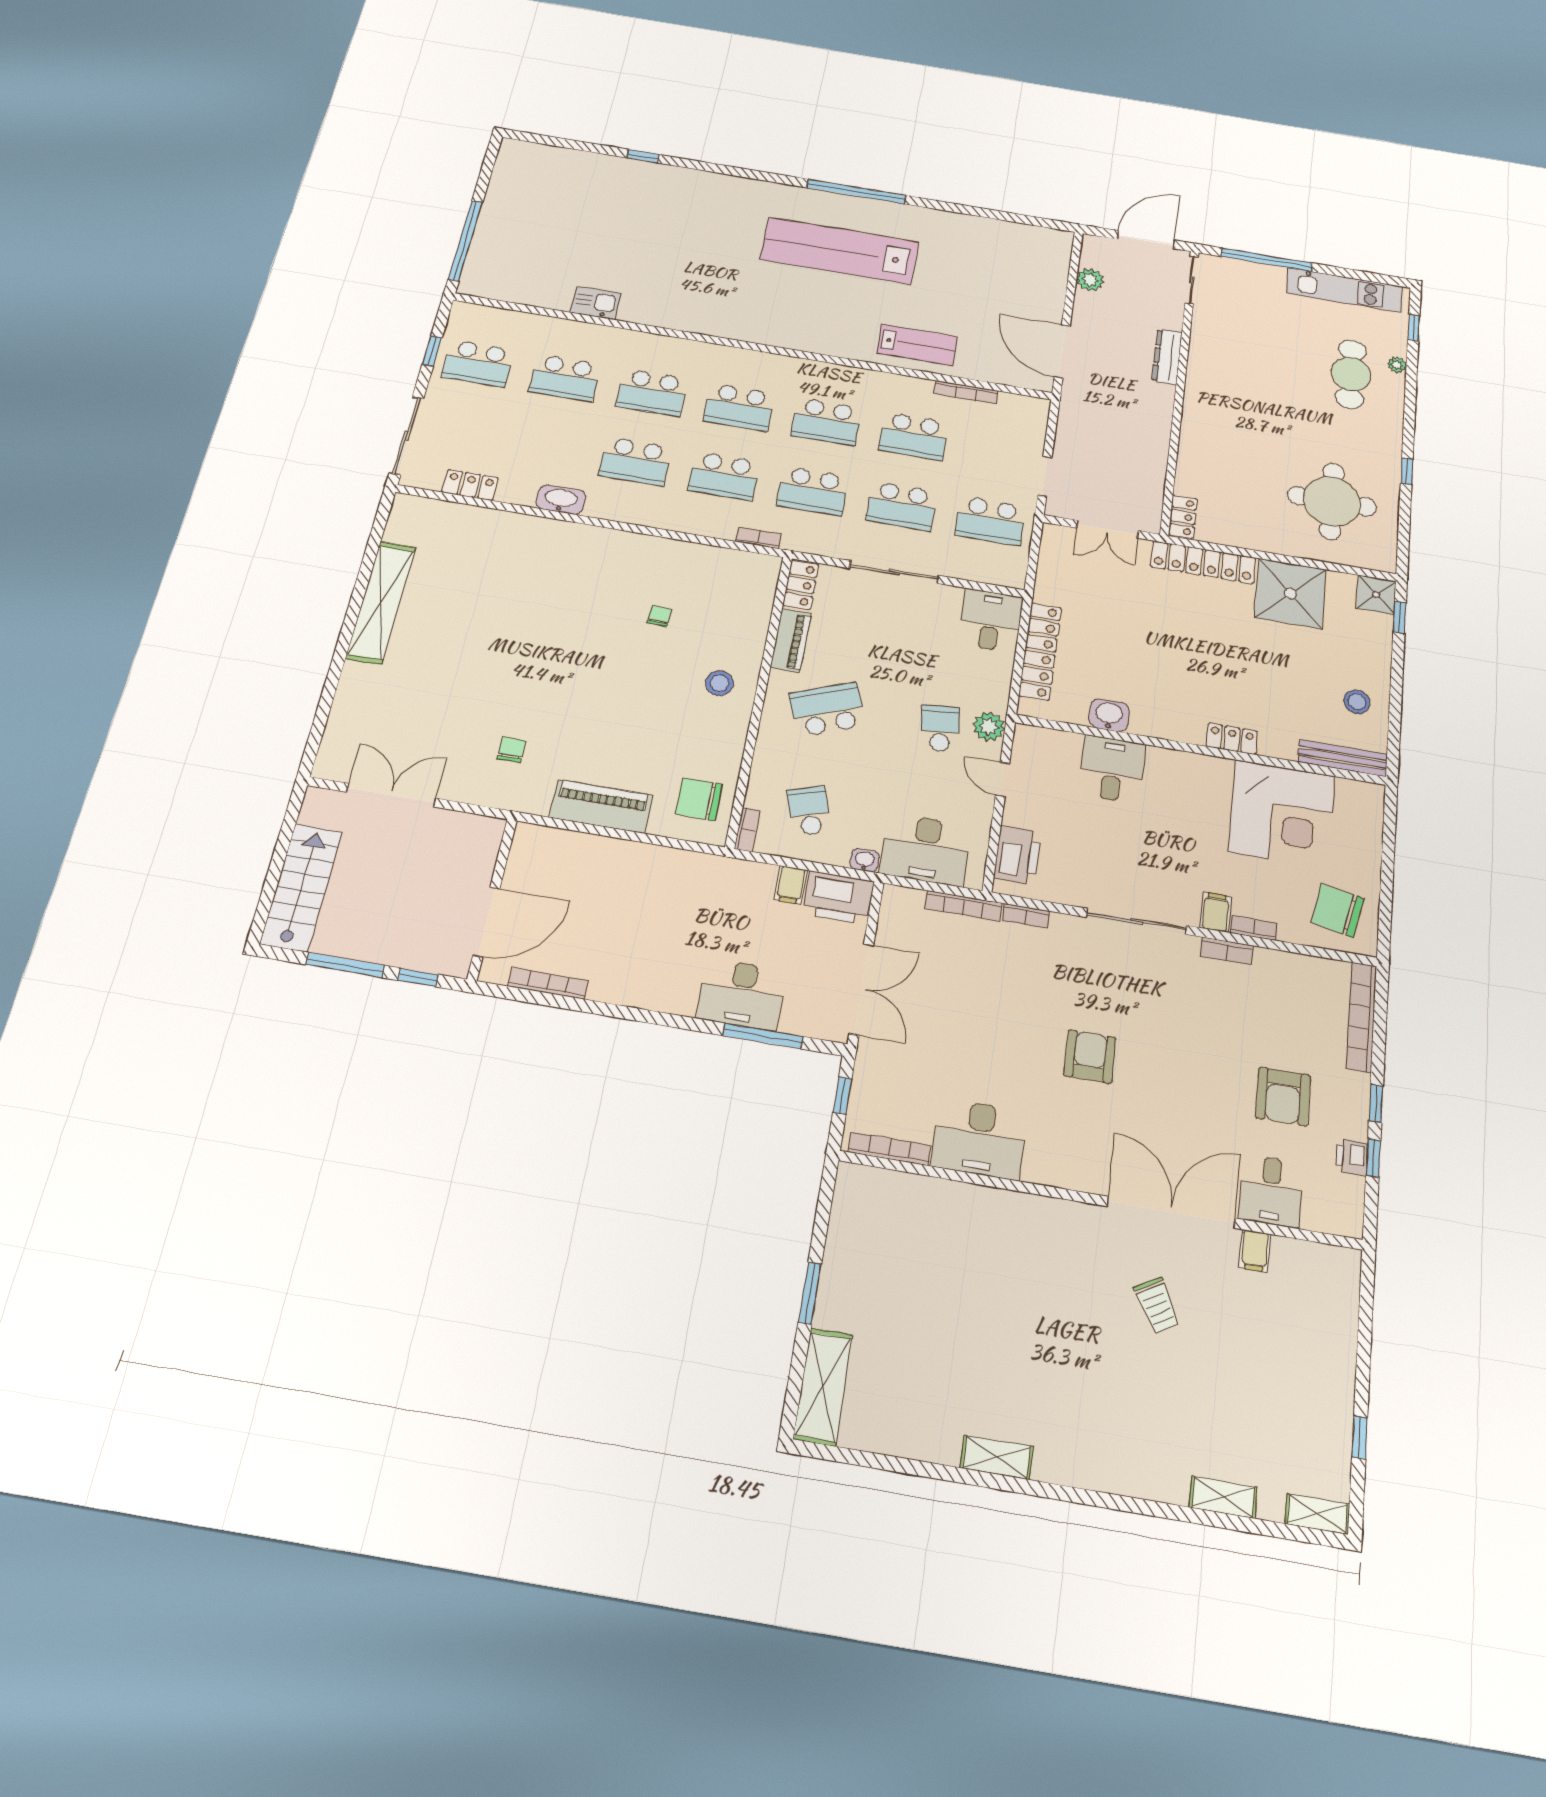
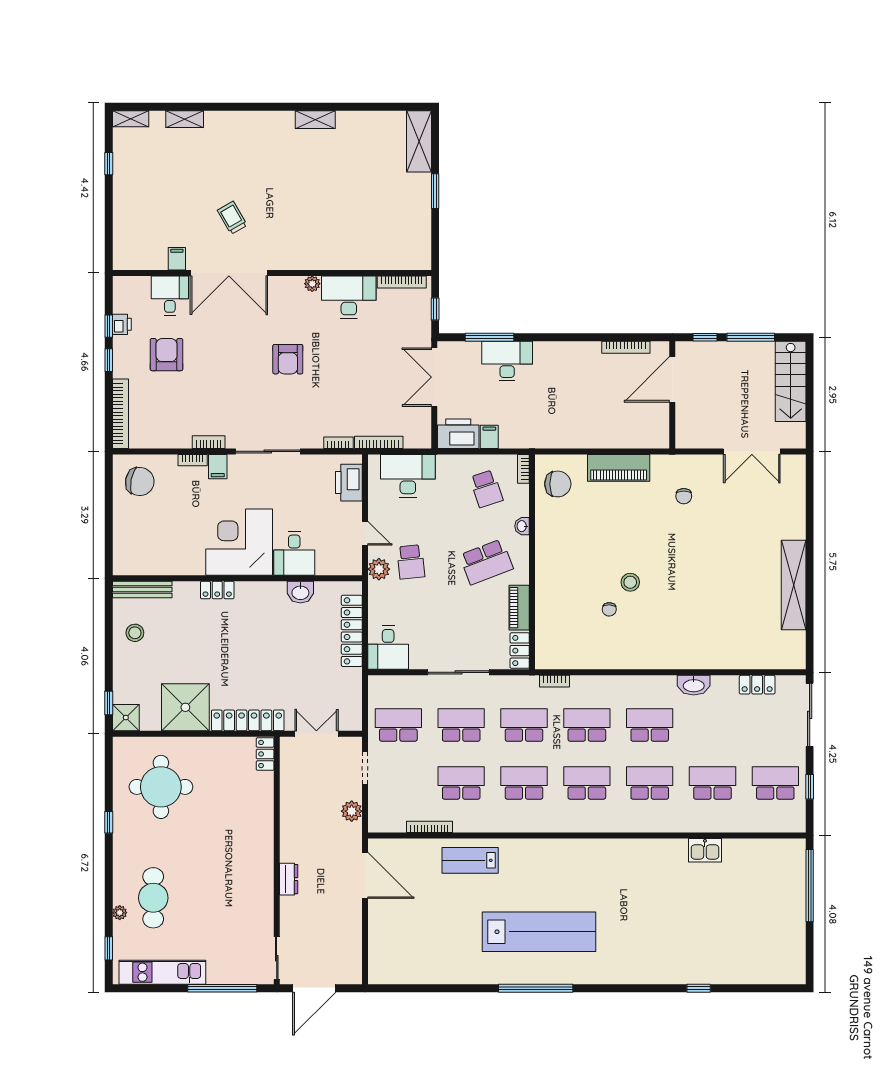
plant: (1090, 280) -> (352, 811), moved
dresser: (1167, 357) -> (289, 879), width x0.70
stool: (719, 683) -> (630, 582), moved
corner desk: (1282, 814) -> (239, 542), moved
washbasin: (865, 860) -> (522, 526), moved, turned 90
plant: (1036, 1171) -> (312, 284), added

